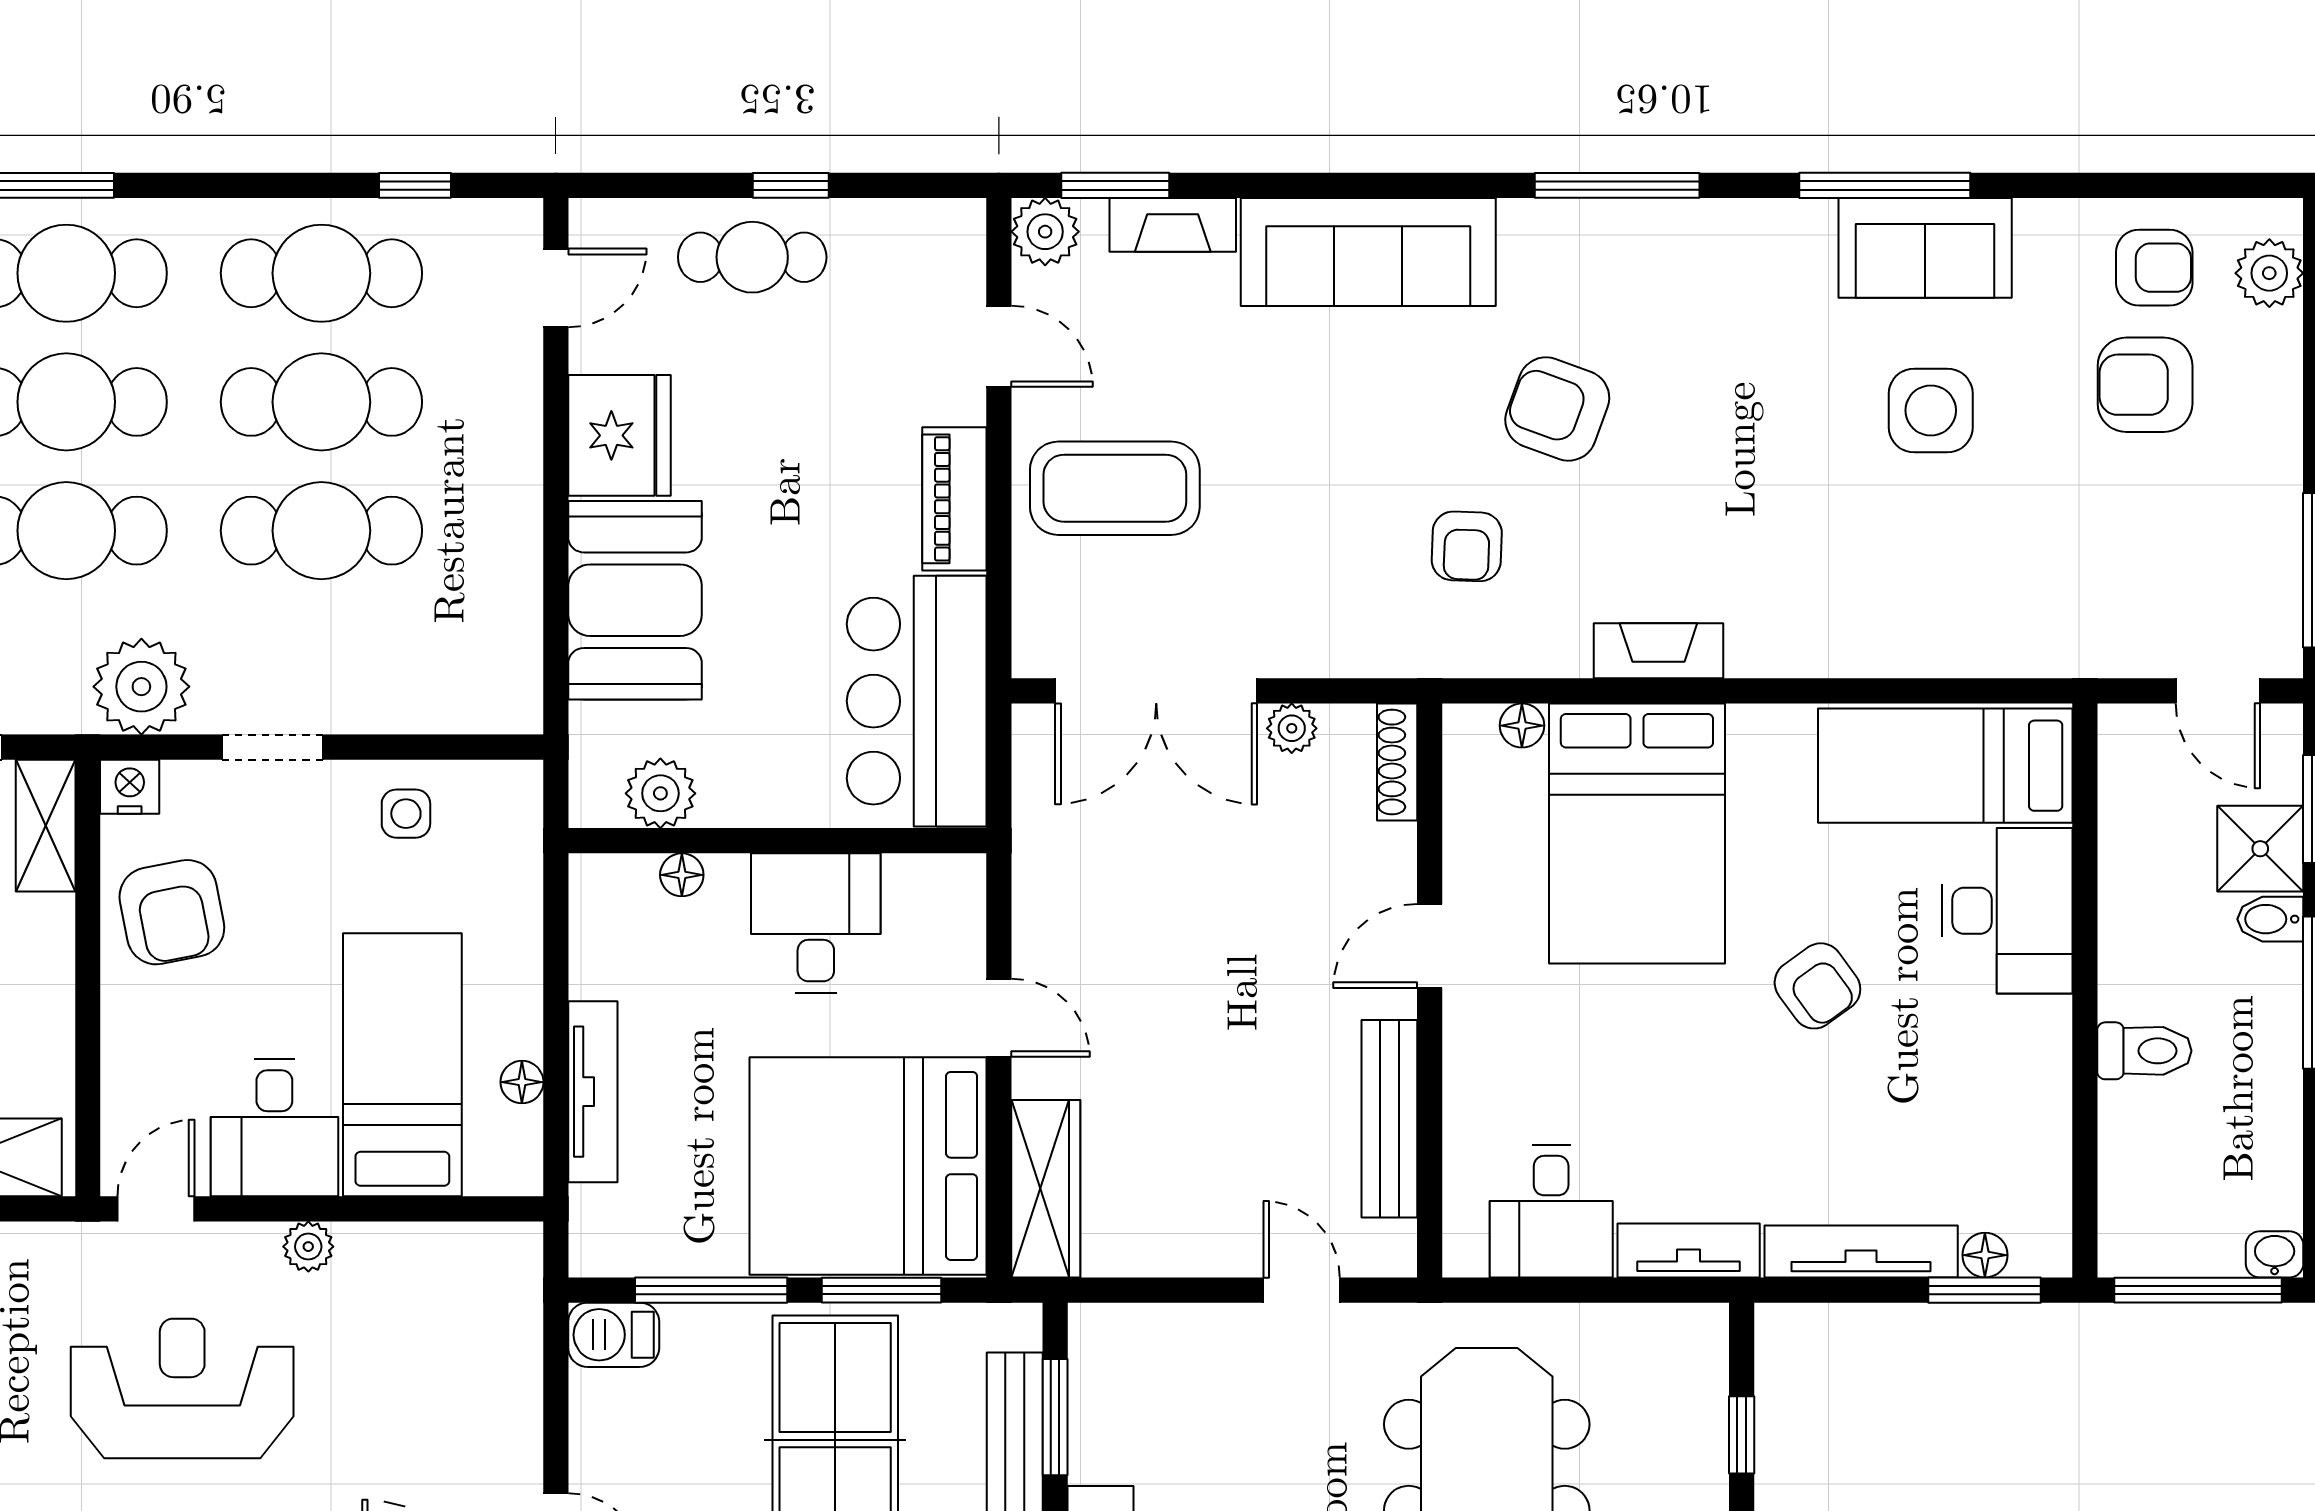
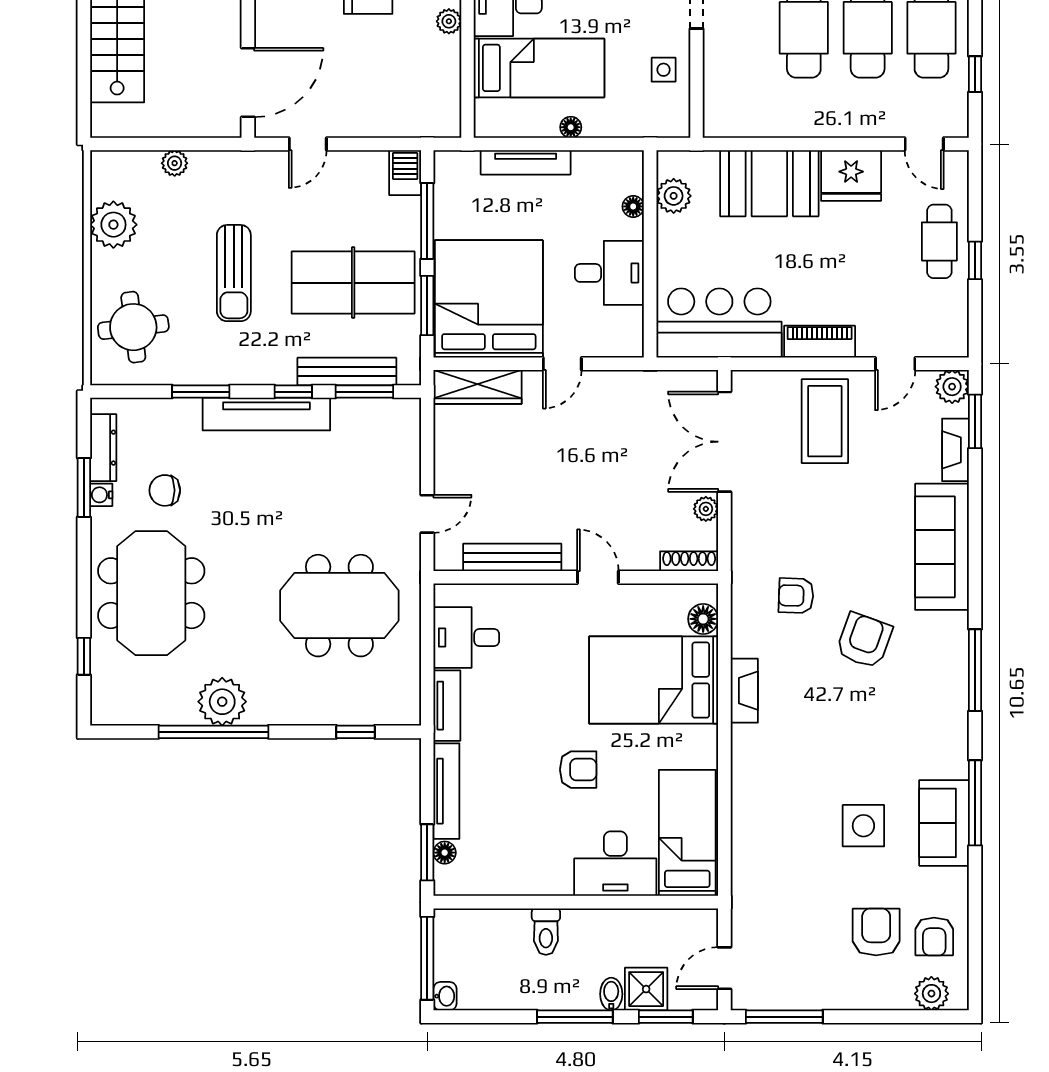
floor lamp: (1522, 726) -> (703, 619), width x1.37, depth x1.37
armchair: (1817, 986) -> (578, 770), turned -144
floor lamp: (522, 1082) -> (571, 127), moved

